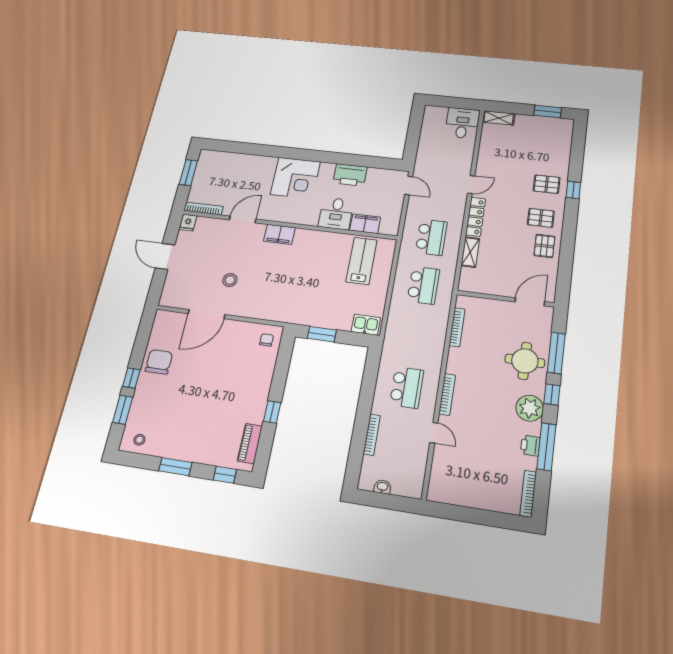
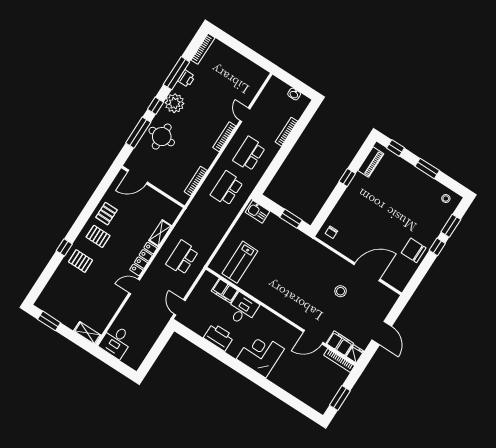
filing cabinet: (279, 234) -> (340, 343), moved
school desk: (423, 285) -> (227, 188), moved
chair: (159, 362) -> (414, 250), turned 90

